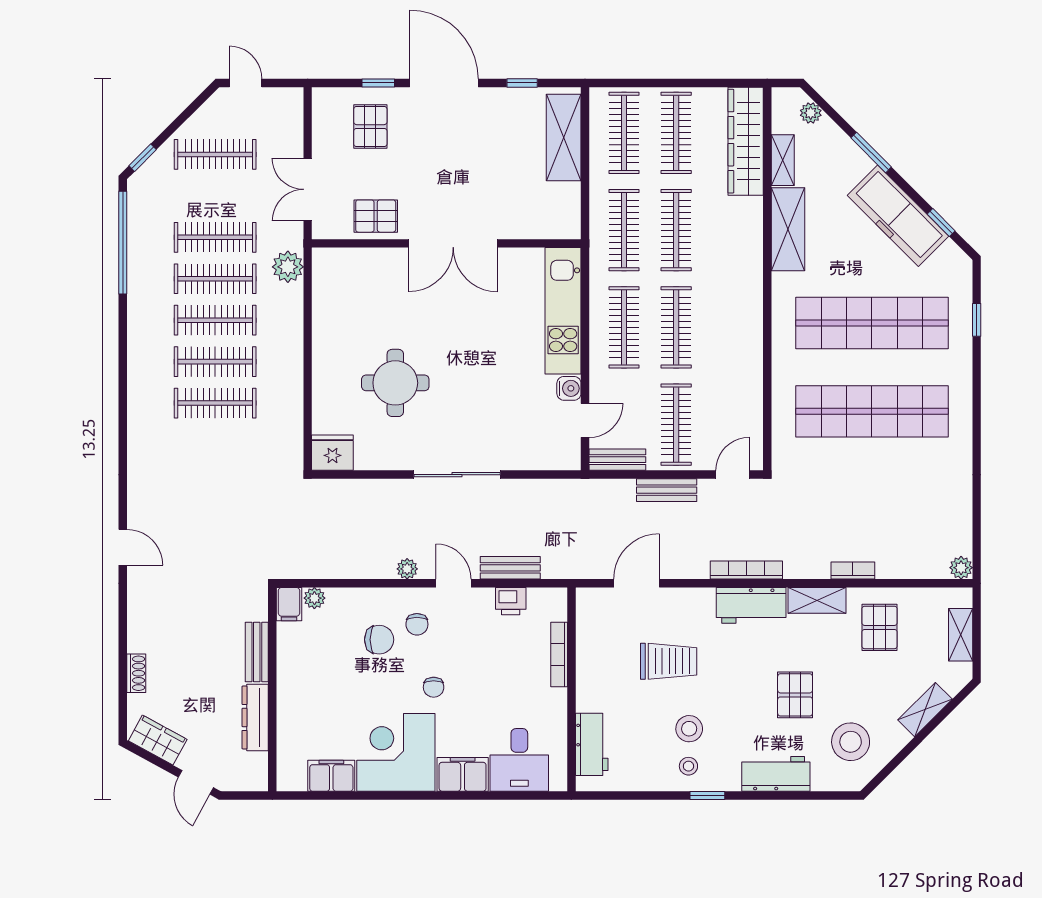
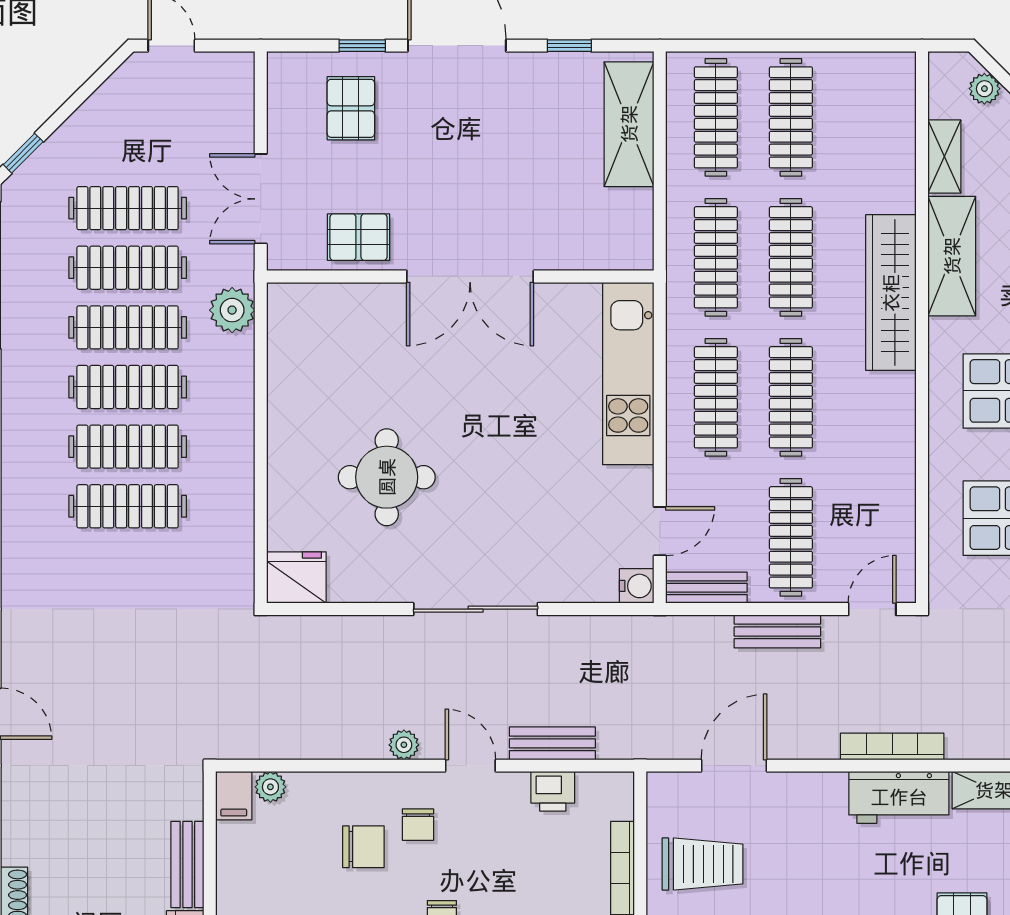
wardrobe: (746, 141) -> (891, 293), moved
clothes rail: (215, 154) -> (128, 208), moved
water cooler: (569, 388) -> (637, 586), moved
trolley: (669, 661) -> (703, 864), moved

